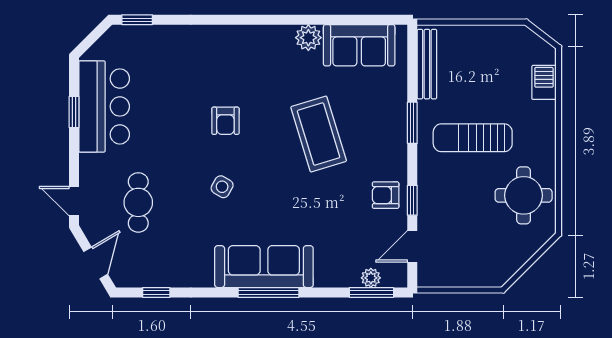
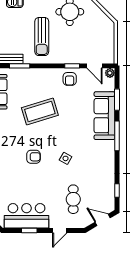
window: (412, 123) -> (20, 66), moved
door: (74, 201) -> (60, 230), moved
cafe table: (138, 202) -> (73, 199), turned 90
sofa: (264, 267) -> (104, 116), moved
plant: (371, 278) -> (110, 73), moved
window: (371, 292) -> (117, 100), moved

